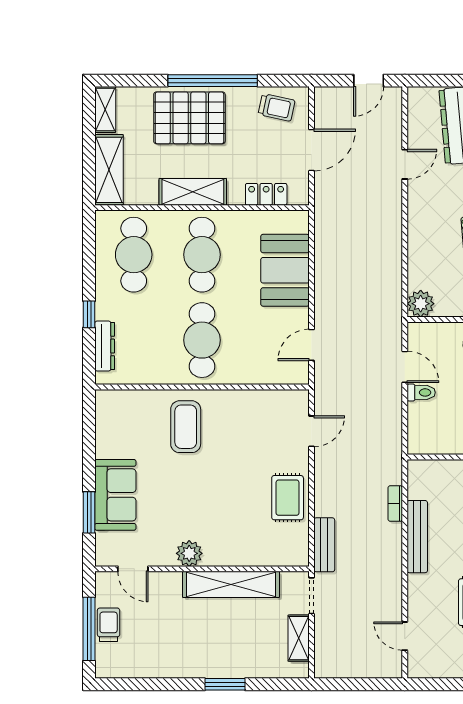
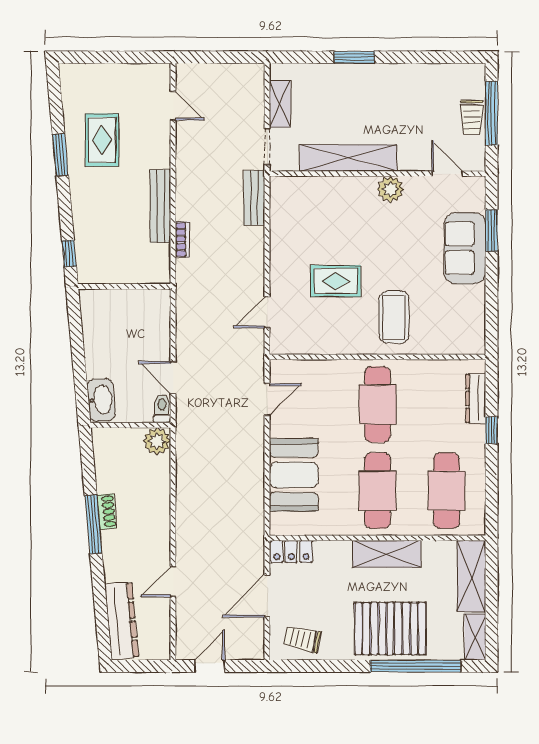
window: (213, 81) -> (416, 666), moved
locker: (266, 194) -> (291, 551), moved
toilet: (421, 392) -> (162, 409), moved, turned 90
rug: (288, 498) -> (336, 281), moved, turned 90

